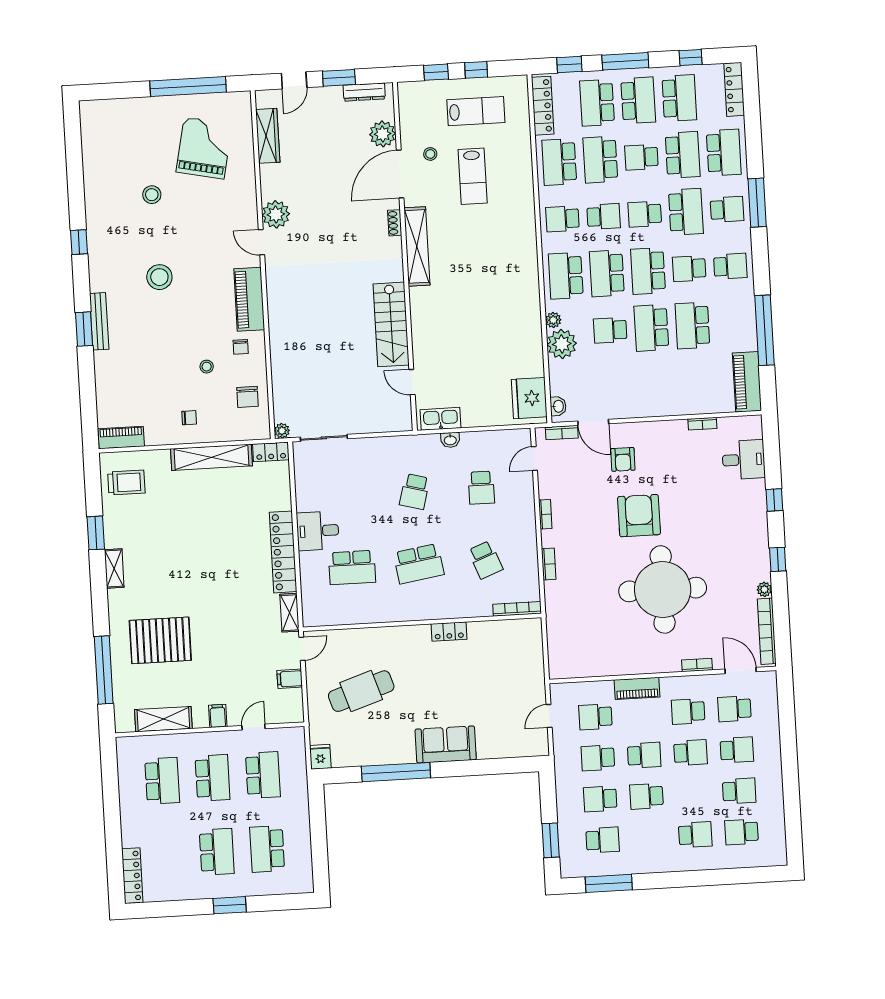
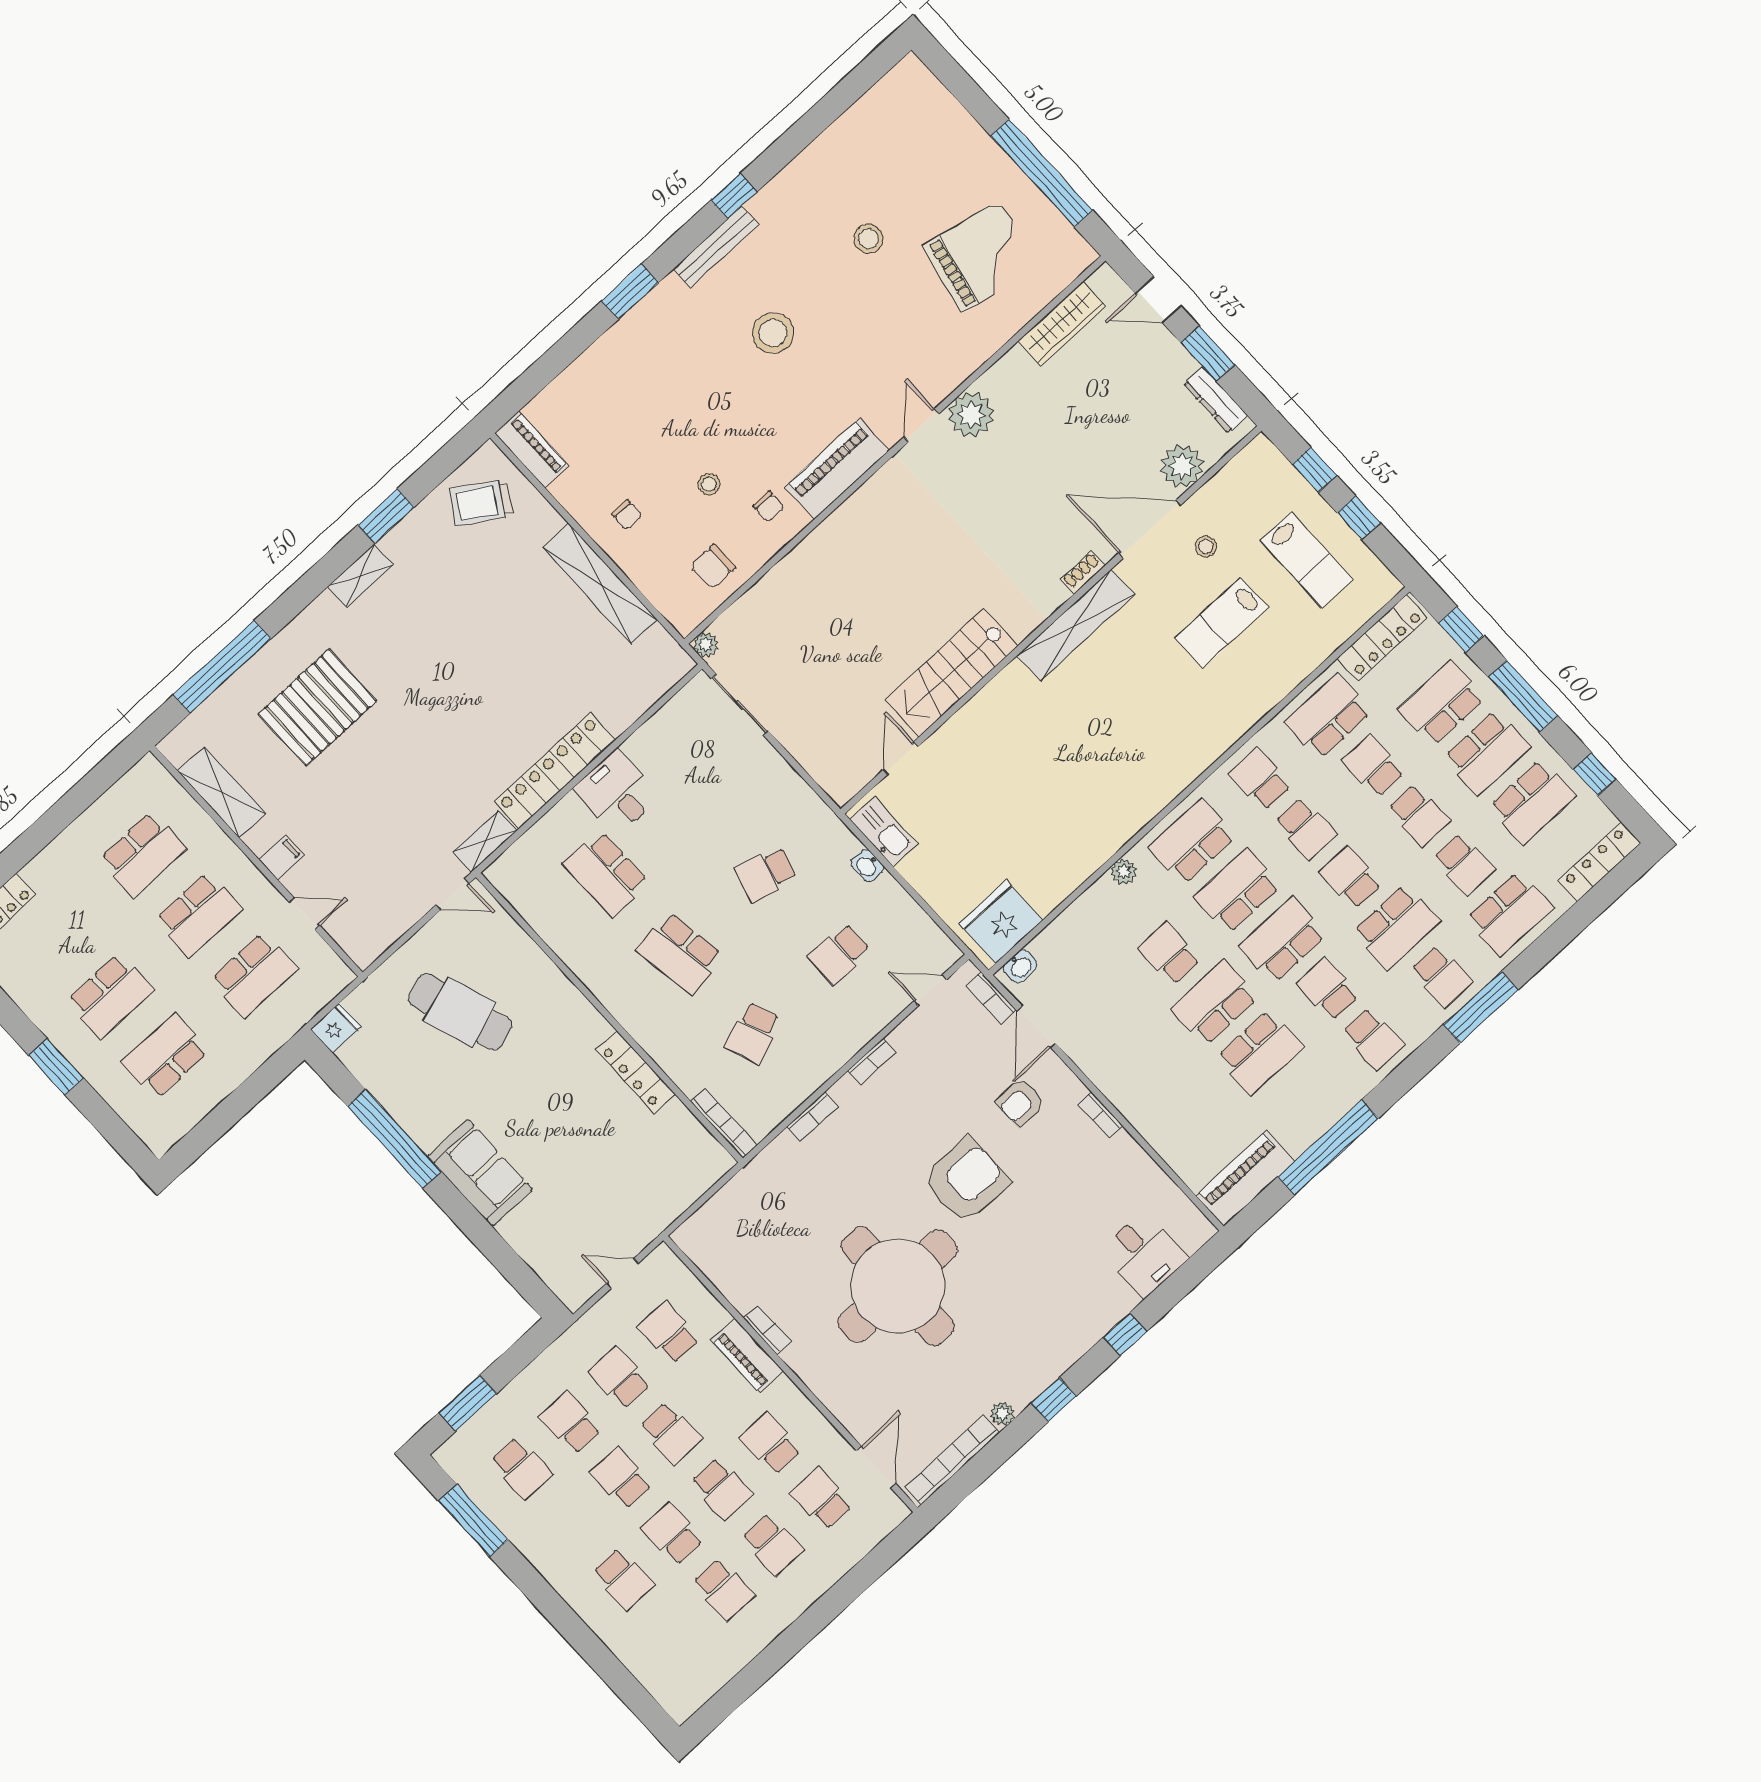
school desk: (683, 155) -> (1464, 864), width x0.54
school desk: (641, 157) -> (1419, 815), turned 180
school desk: (600, 160) -> (1374, 766), width x0.54
bench: (99, 321) -> (716, 247), moved
school desk: (692, 325) -> (1260, 1052), turned 180
plant: (562, 344) -> (1102, 907), removed
chair: (241, 347) -> (769, 507), turned -90
bookcase: (702, 424) -> (1100, 1115), moved
locker: (271, 452) -> (668, 653), removed
trolley: (126, 482) -> (481, 503), turned 123
locker: (449, 631) -> (636, 1072), width x1.53
pallet: (160, 640) -> (317, 707), turned 90
bookcase: (697, 665) -> (767, 1330), moved
filing cabinet: (290, 679) -> (402, 909), removed
school desk: (742, 832) -> (672, 1534), moved

